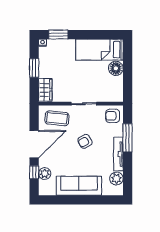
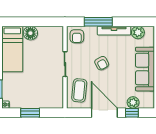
wardrobe: (45, 90) -> (51, 102), removed

